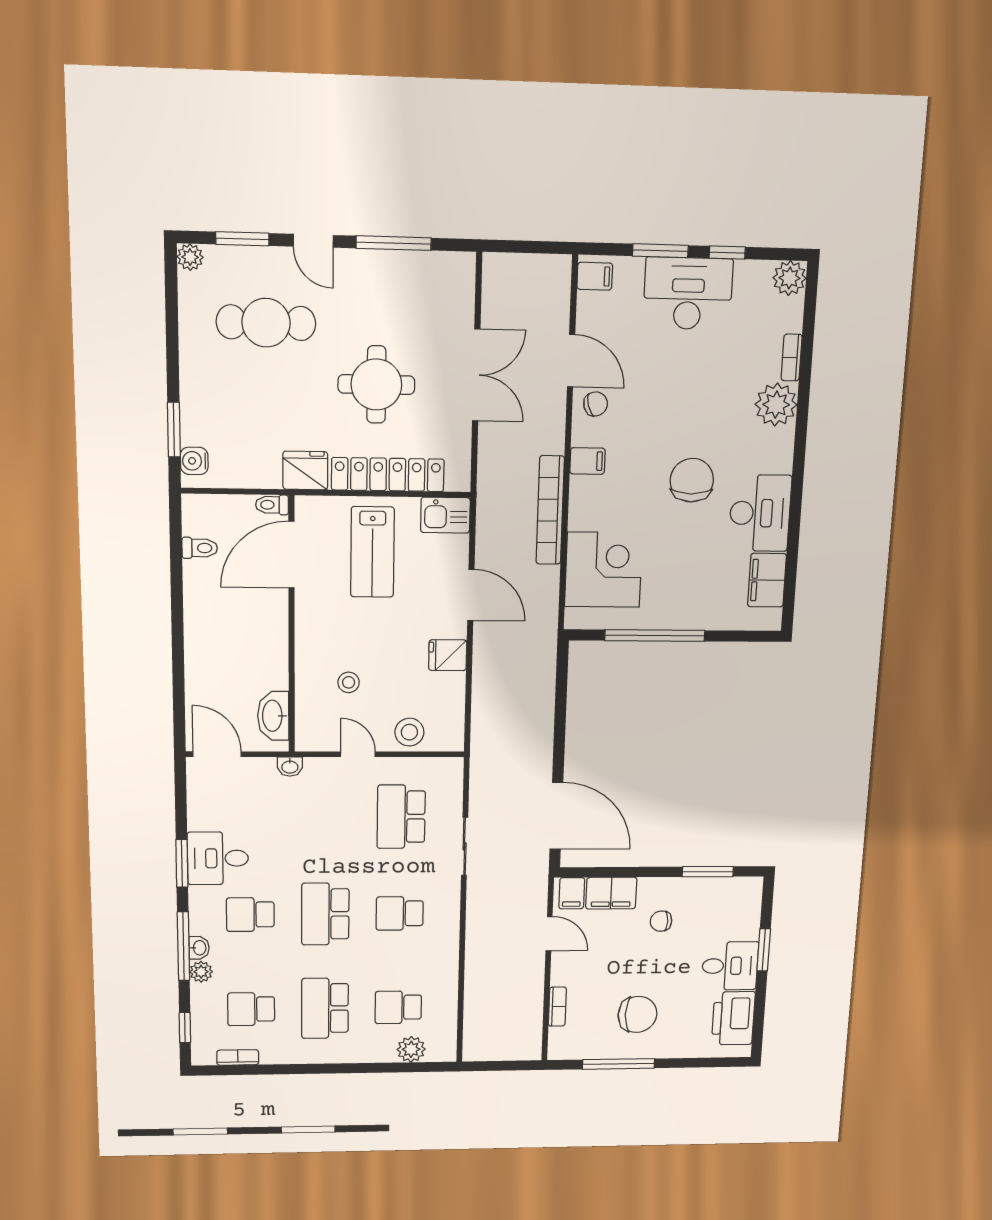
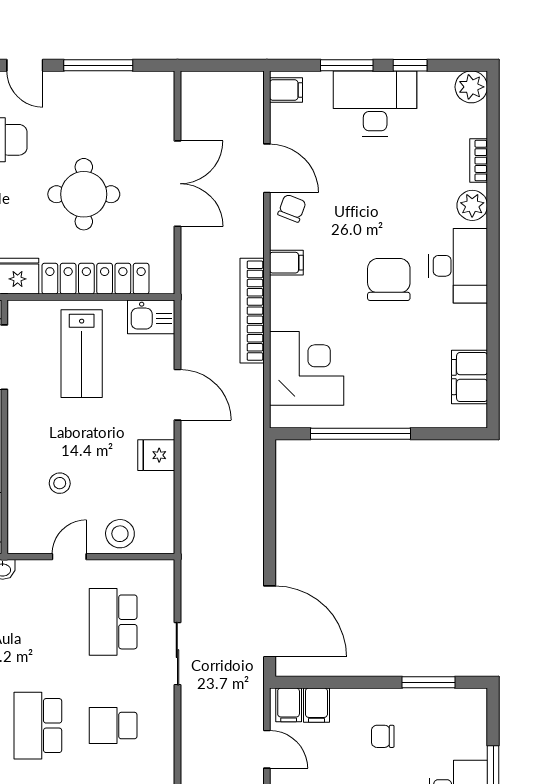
chair: (596, 404) -> (292, 208), turned -53
plant: (776, 405) -> (472, 205), width x0.73, depth x0.73
desk: (760, 513) -> (458, 266), moved
door: (358, 754) -> (69, 557), hinge flipped
filing cabinet: (611, 893) -> (316, 705), width x0.50

